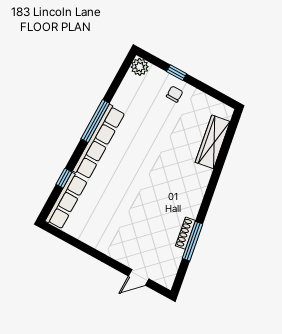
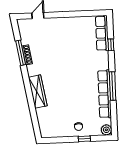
row of seats: (99, 142) -> (105, 94), moved
wardrobe: (213, 142) -> (38, 92), moved

